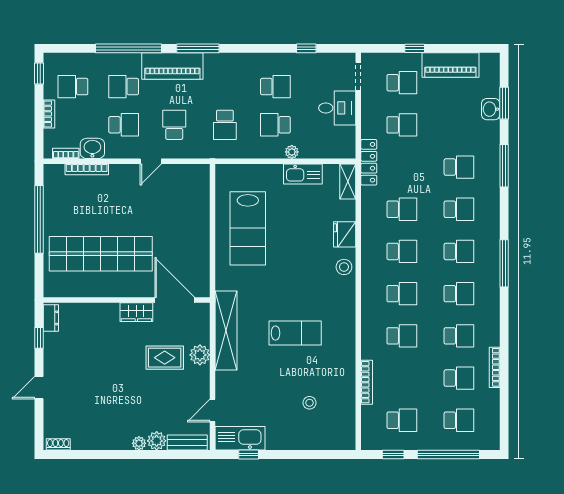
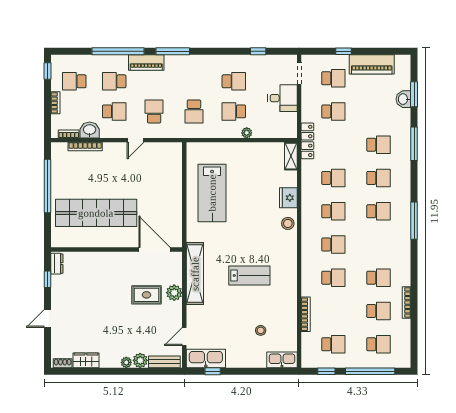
piano: (172, 66) -> (146, 63), width x0.73, depth x0.75
kitchen sink: (303, 174) -> (282, 360), moved, turned 180
school desk: (459, 294) -> (378, 244), removed
wardrobe: (136, 312) -> (86, 360), moved, turned 180

